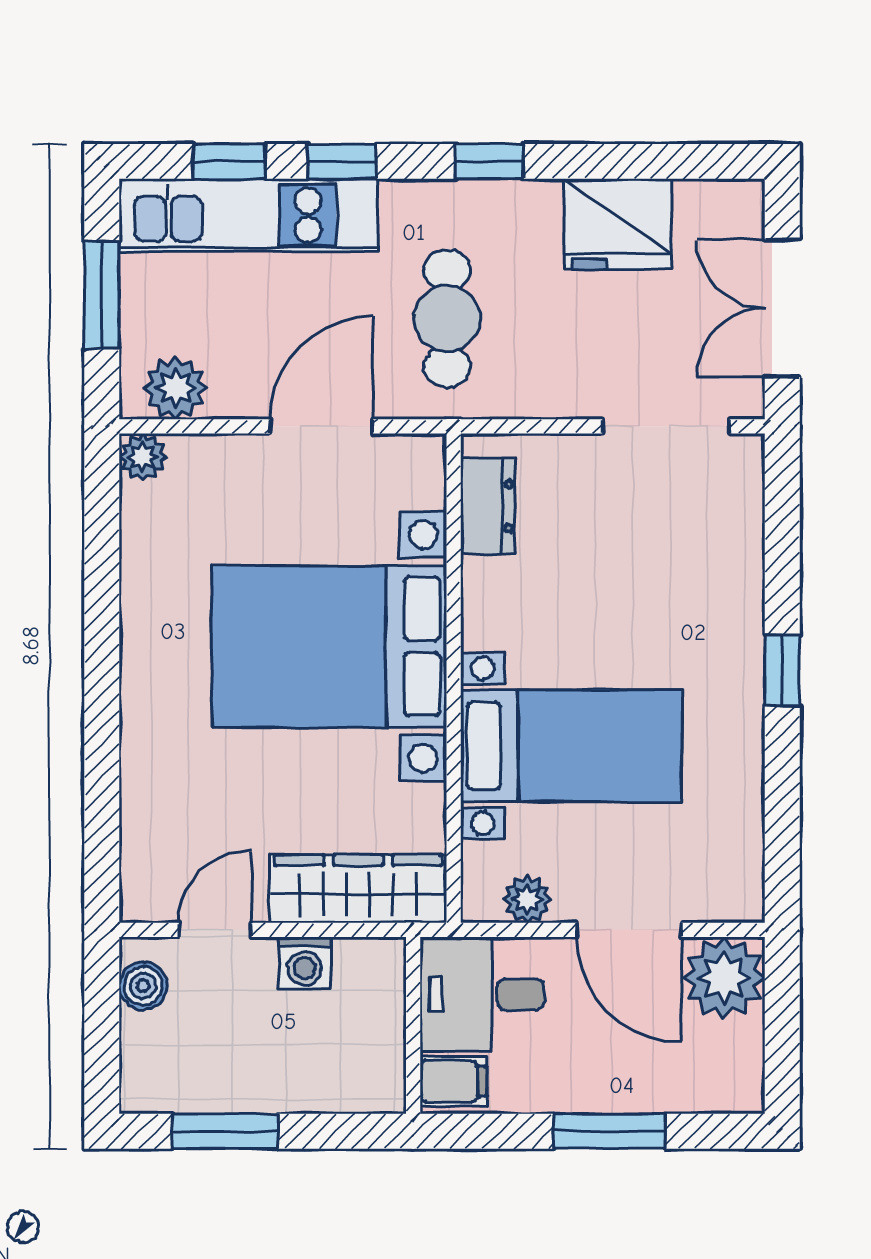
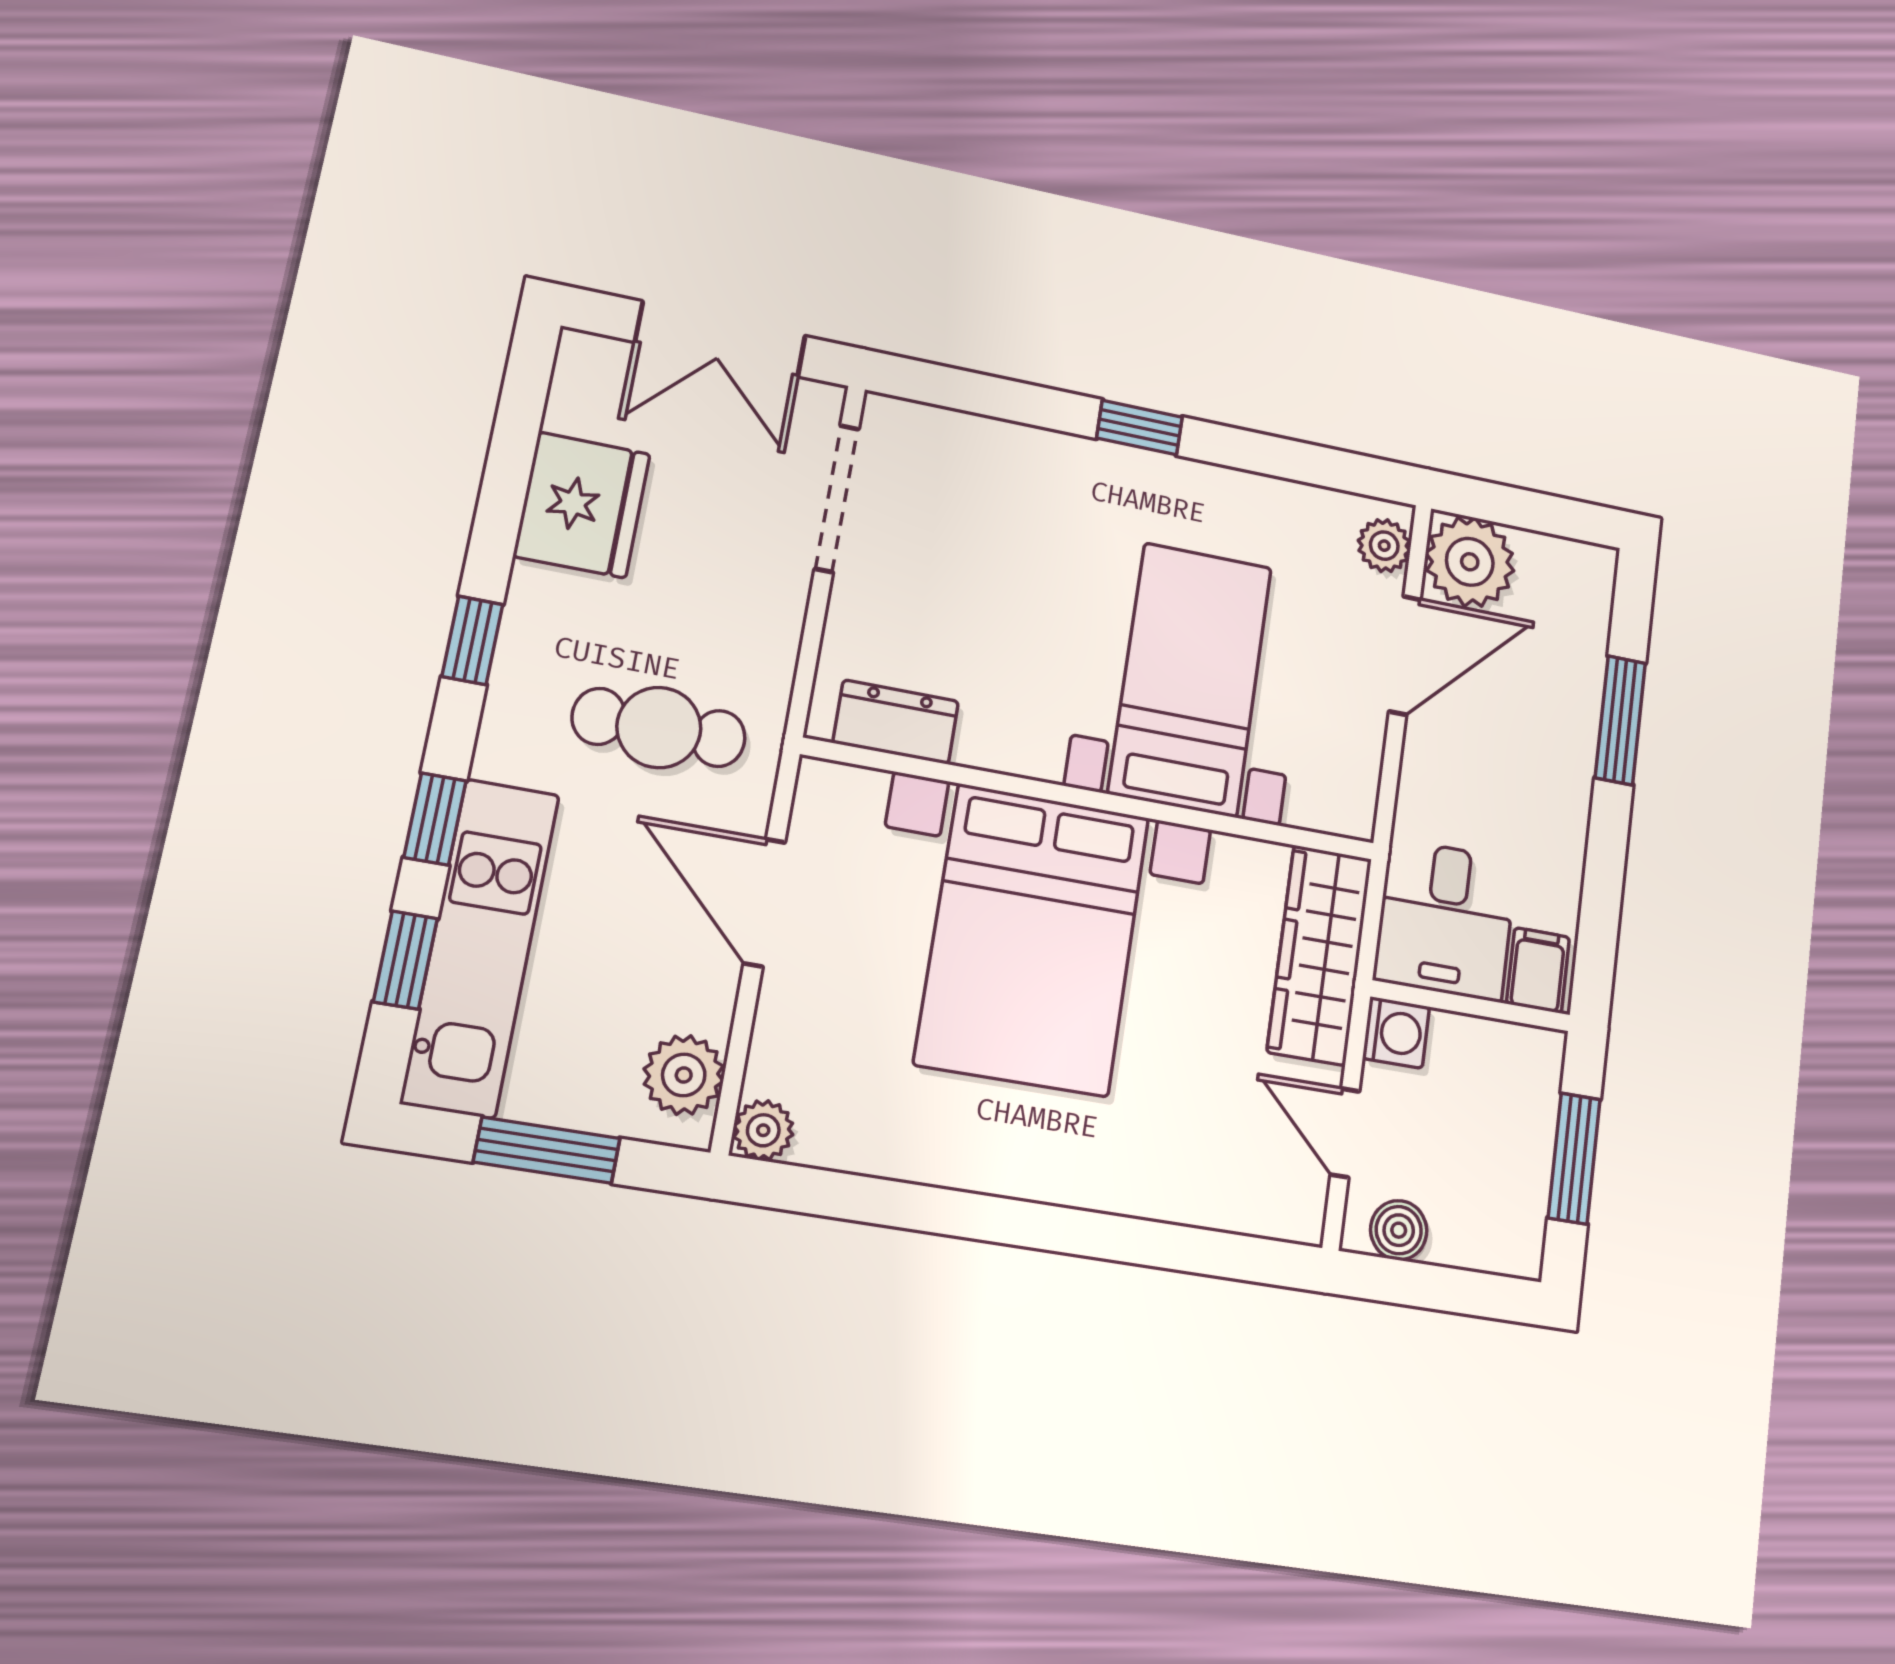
plant: (527, 899) -> (1384, 546), moved
desk: (482, 994) -> (1445, 920), moved
wall: (413, 1025) -> (1471, 1006), moved
filing cabinet: (453, 1081) -> (1538, 970), moved

